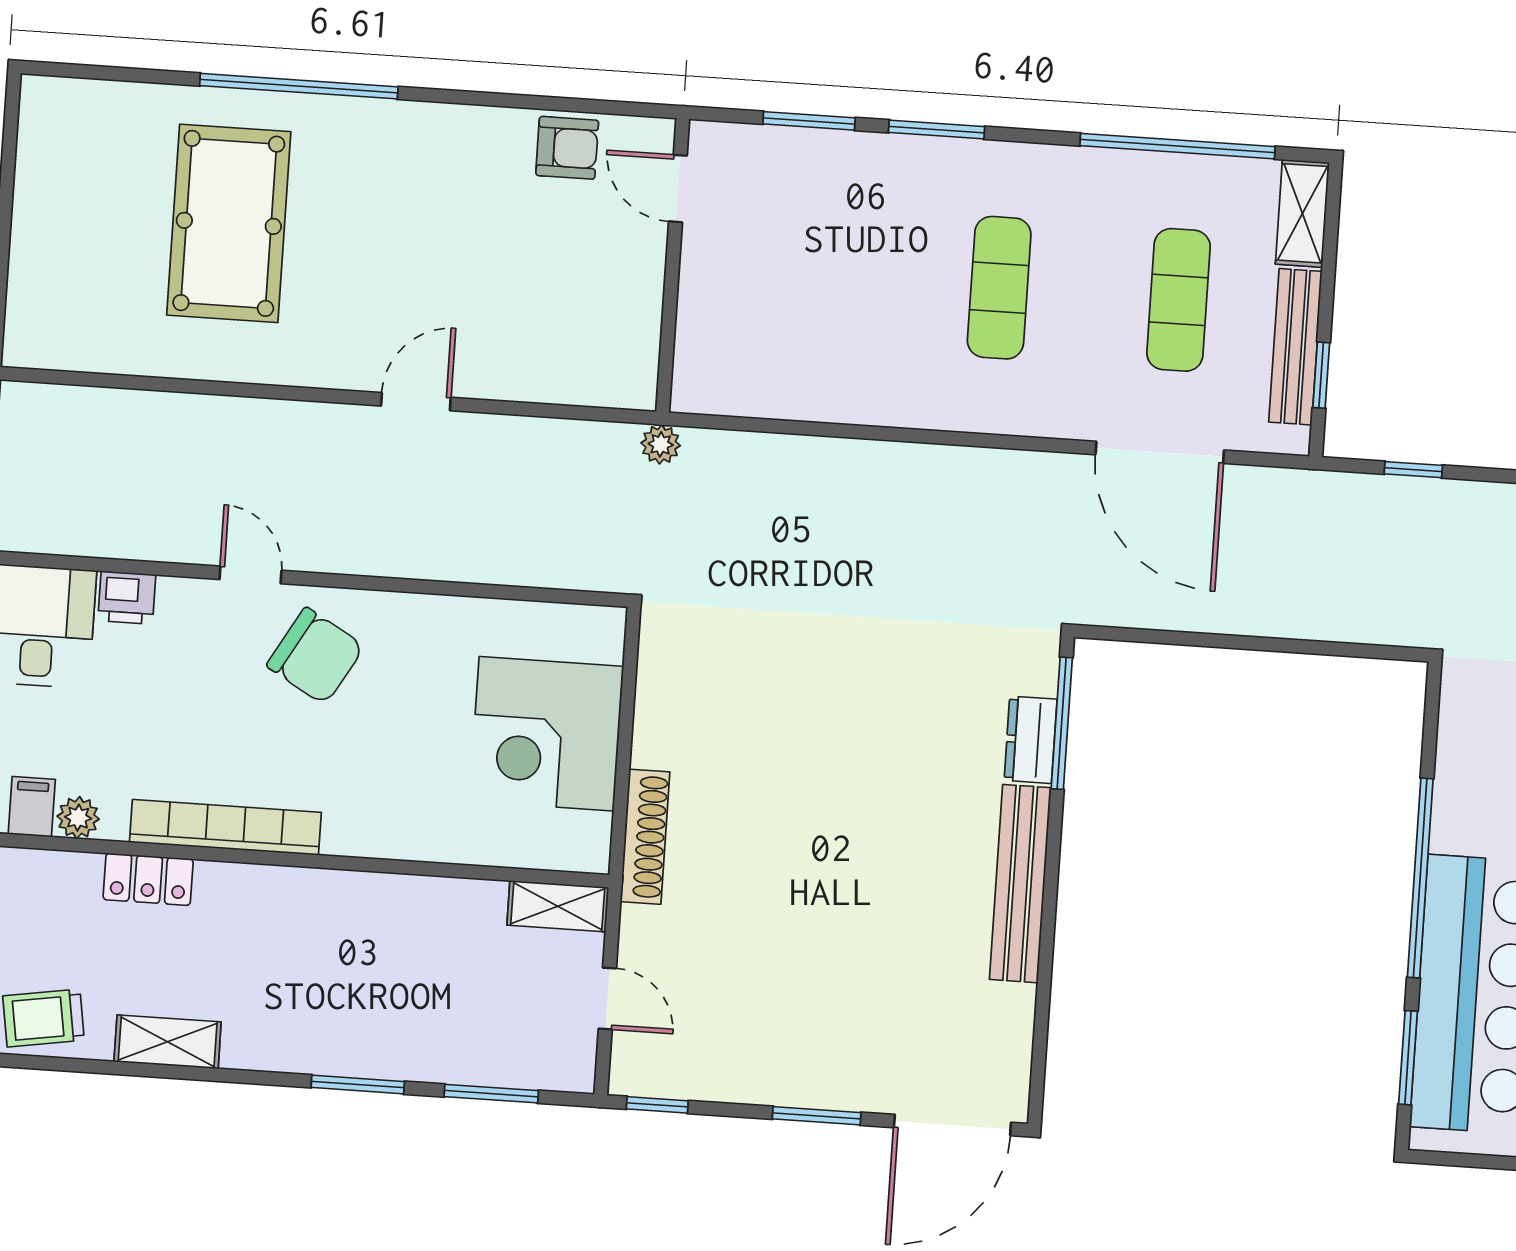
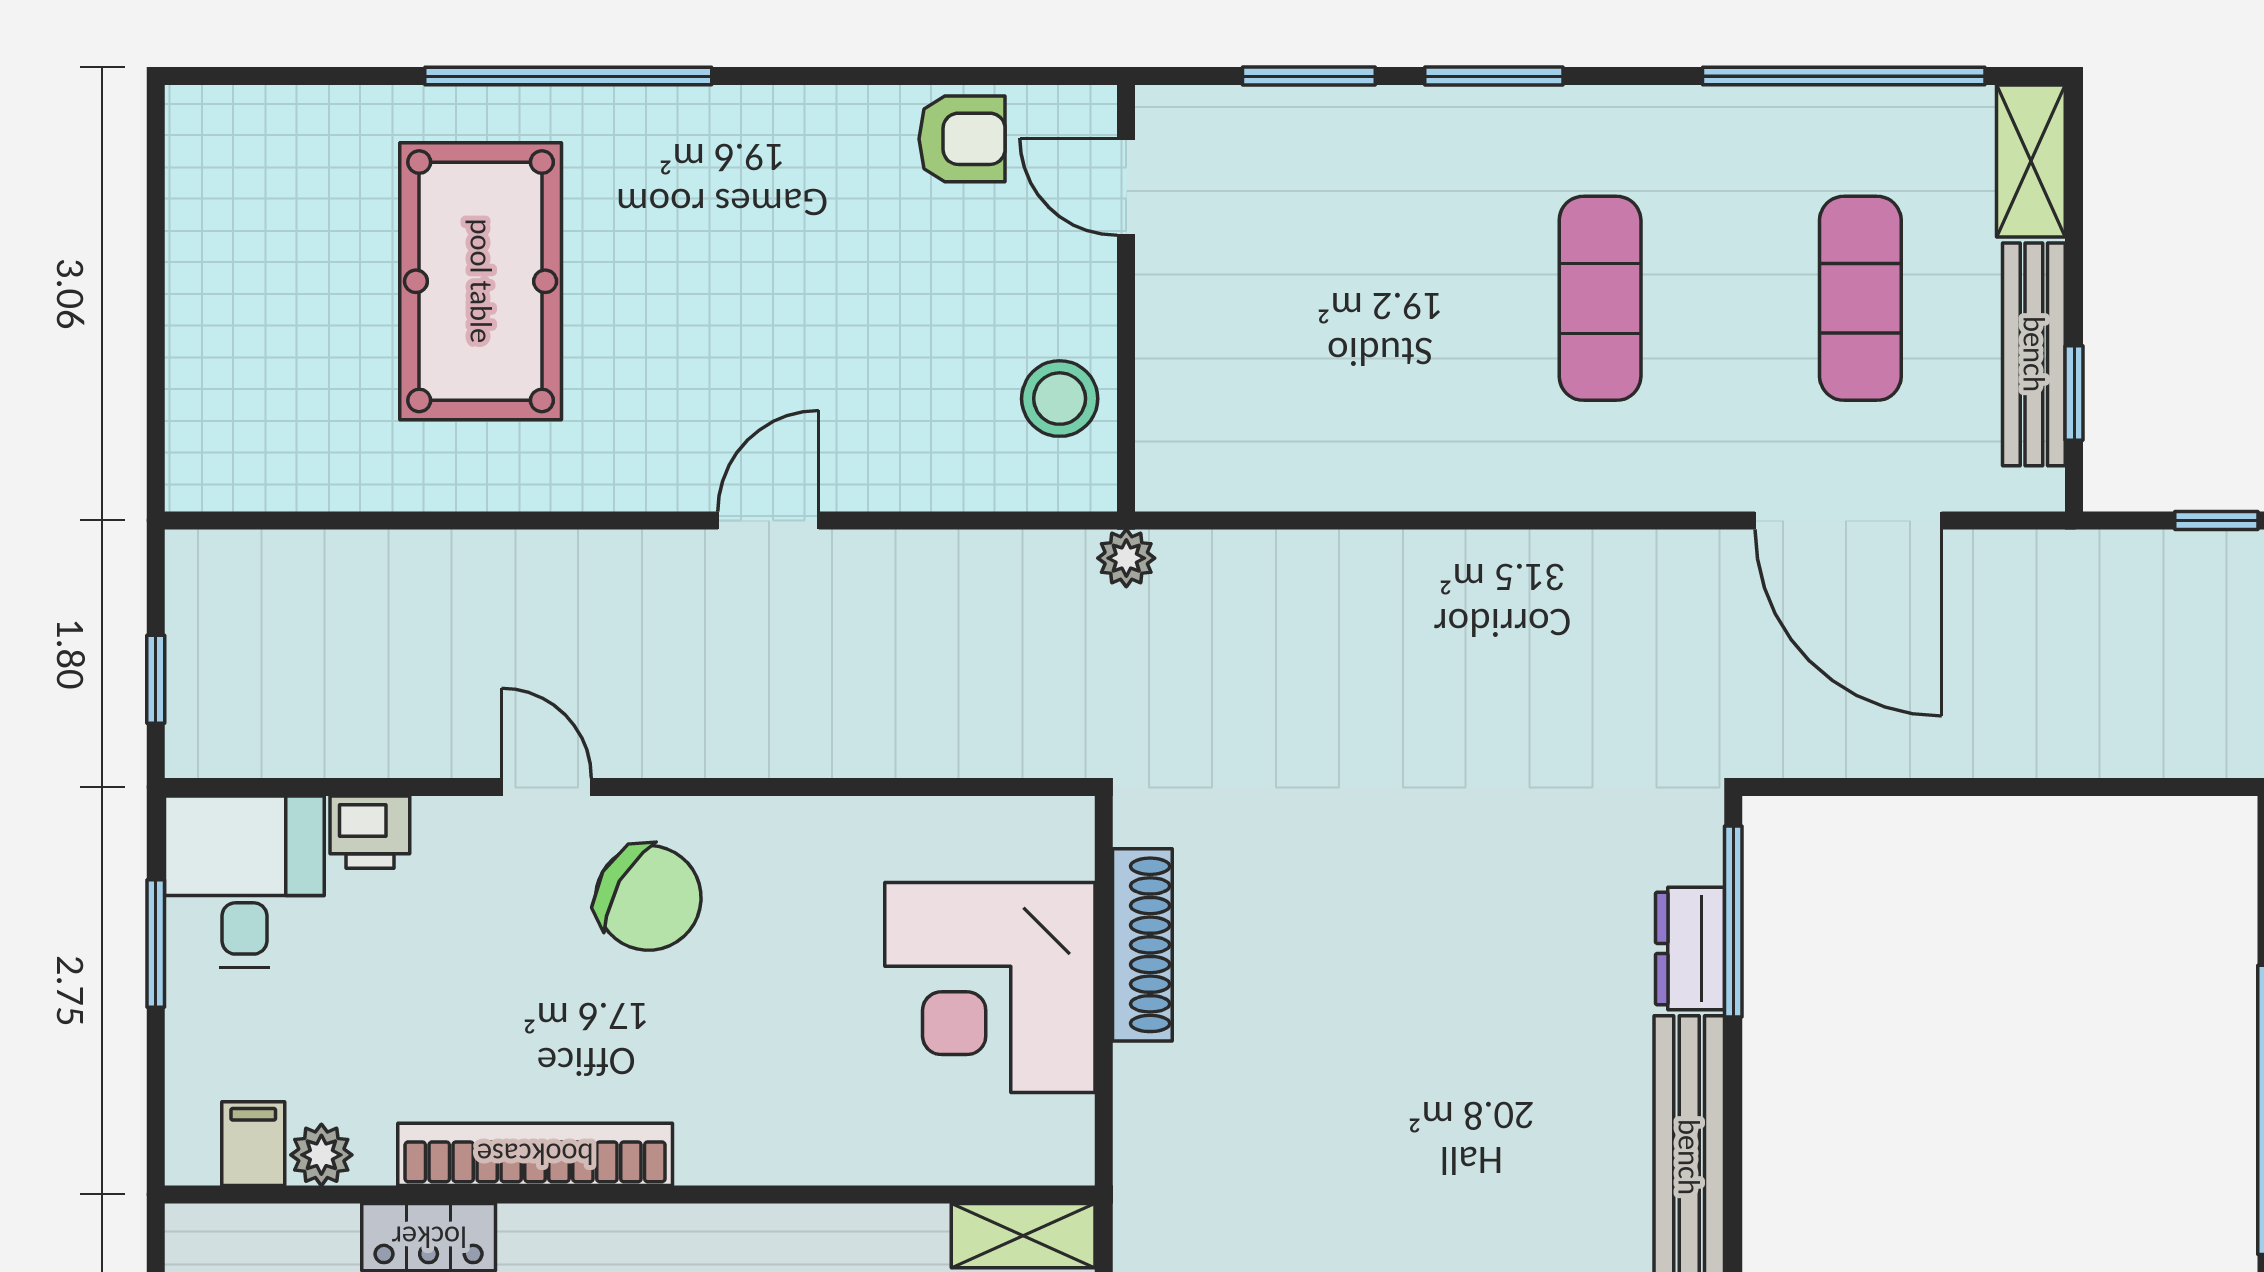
stool: (622, 331) -> (1060, 399), added
shoe rack: (645, 837) -> (1142, 945), moved

